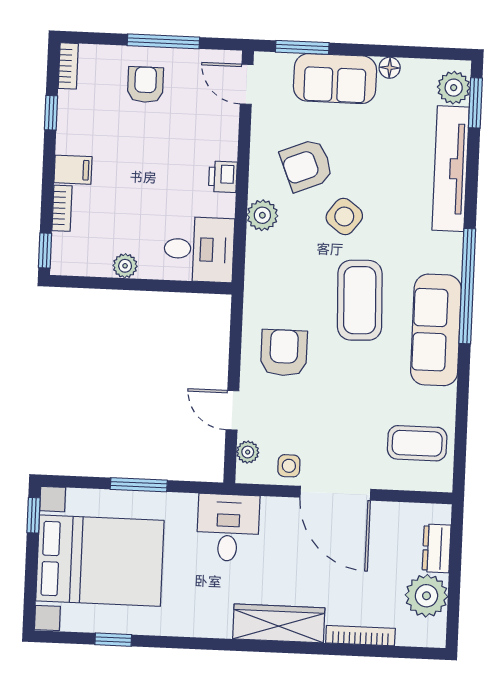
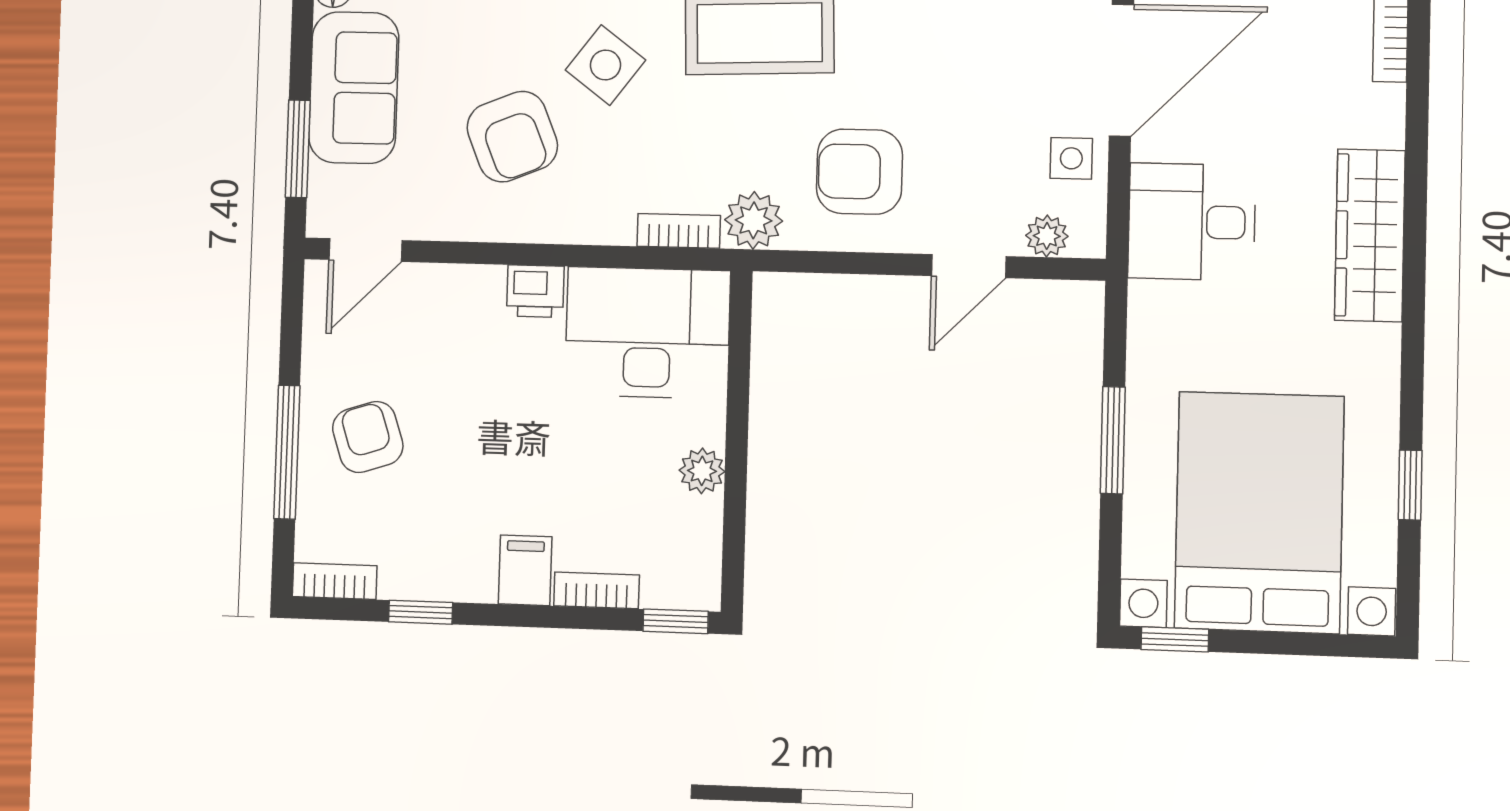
window: (163, 41) -> (287, 452), moved
armchair: (145, 85) -> (368, 437), turned 72
plant: (262, 215) -> (754, 220), moved
desk: (199, 249) -> (647, 333), width x1.37
bookcase: (254, 255) -> (679, 231), added
desk: (228, 528) -> (1192, 222), moved
wardrobe: (279, 623) -> (1370, 235), moved

